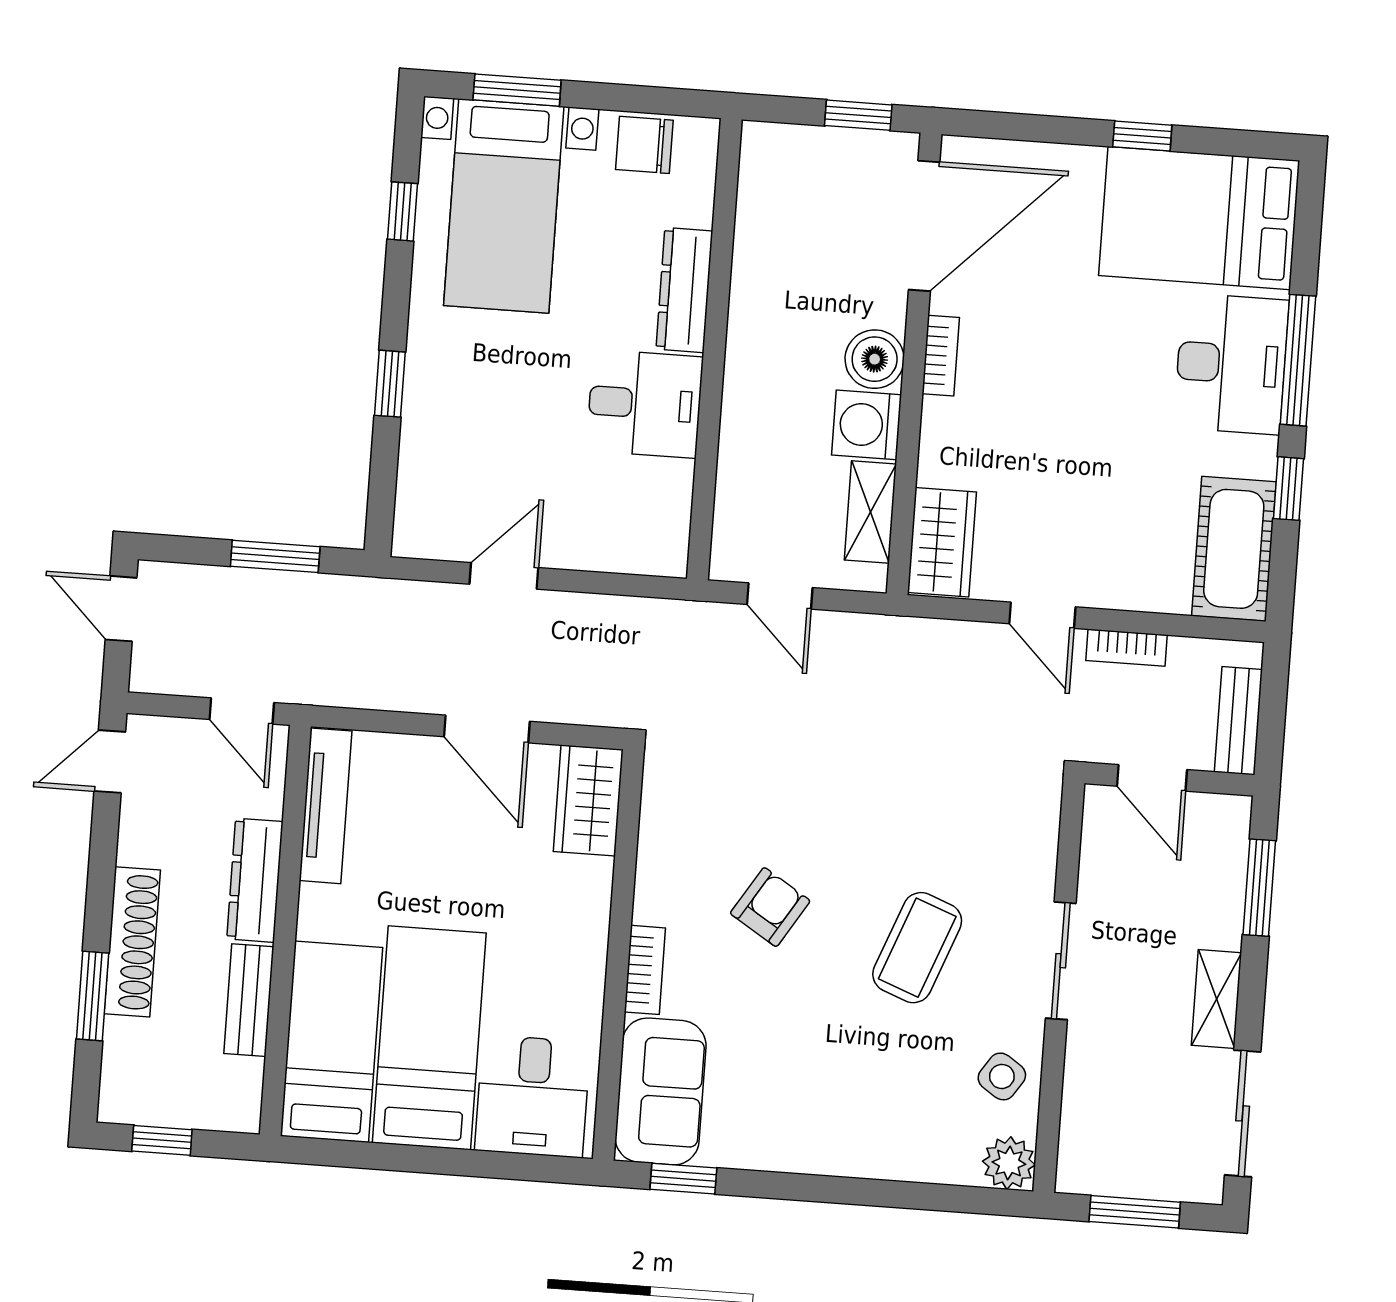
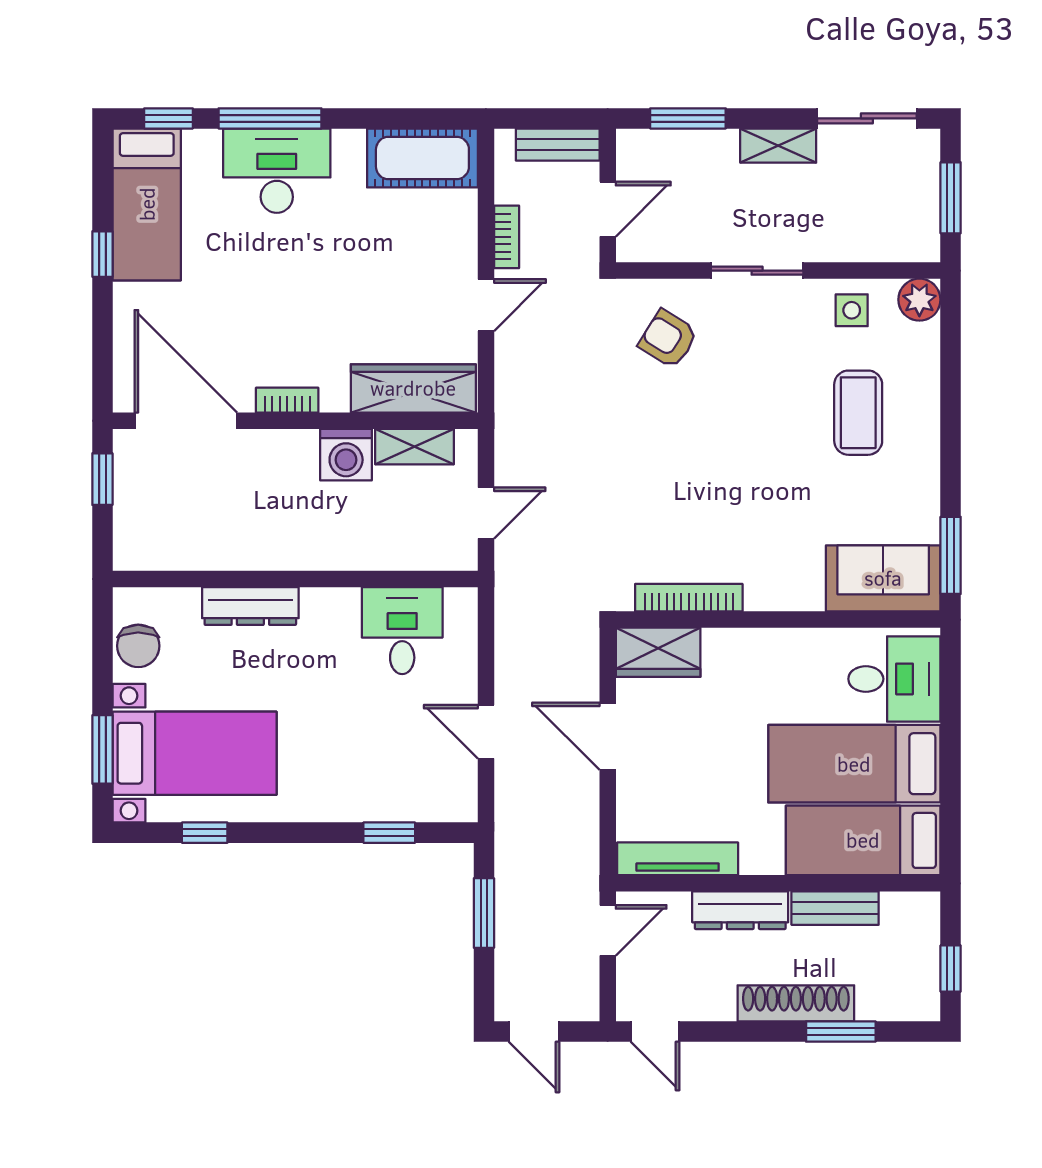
bed: (1199, 218) -> (147, 204), width x0.67
boiler: (875, 359) -> (294, 452), removed
window: (390, 384) -> (389, 833), moved
desk: (645, 404) -> (402, 631), moved
window: (1289, 489) -> (168, 118), moved
wardrobe: (942, 542) -> (413, 388), width x1.50
door: (121, 609) -> (534, 1031), hinge flipped
door: (487, 729) -> (608, 736), swing flipped
armchair: (770, 907) -> (668, 339), moved
coffee table: (917, 948) -> (858, 413), moved, turned 69
bookcase: (645, 970) -> (689, 598), moved, width x1.56
side table: (1002, 1076) -> (852, 310), turned -34
window: (683, 1179) -> (951, 555), width x1.50

